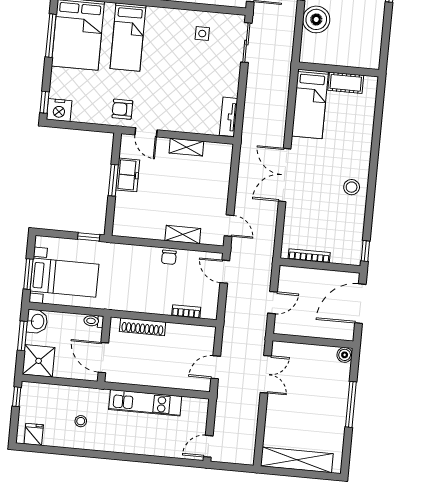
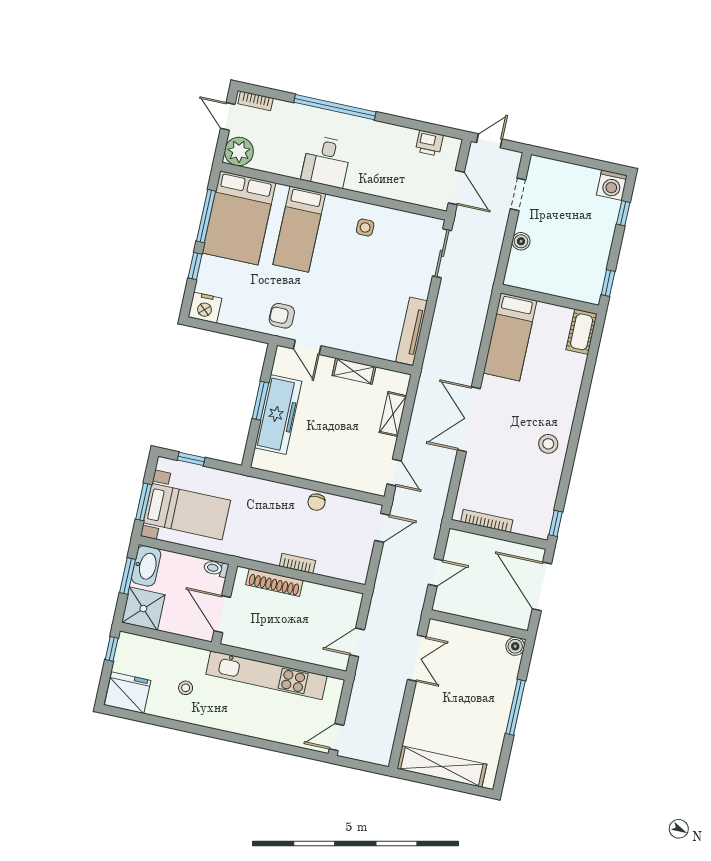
boiler: (316, 19) -> (521, 241), width x0.54, depth x0.54
side table: (202, 34) -> (365, 227), moved
window: (384, 51) -> (608, 283), added
cot: (346, 83) -> (582, 332), moved, turned 90
window: (45, 102) -> (195, 266), moved
tv unit: (229, 117) -> (412, 331), width x1.41
freezer: (128, 175) -> (278, 415), width x1.91, depth x1.26
shelving: (183, 235) -> (393, 414), moved, turned 90
window: (89, 237) -> (191, 459), moved
door: (225, 272) -> (382, 528), swing flipped
door: (360, 304) -> (542, 586), hinge flipped
bookcase: (186, 312) -> (297, 563), moved
washbasin: (37, 321) -> (146, 566), width x1.38
kitchen unit: (145, 403) -> (266, 675), width x1.36
fridge: (34, 434) -> (128, 693), width x1.88, depth x1.34

